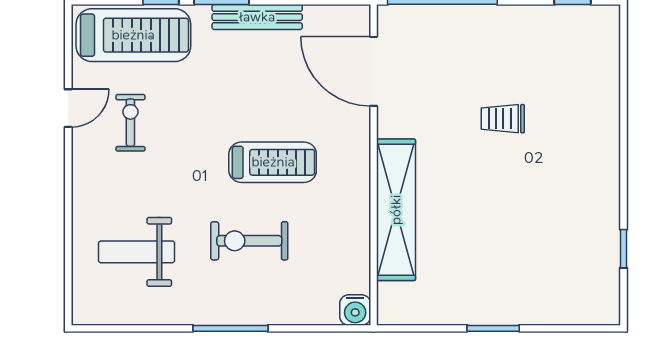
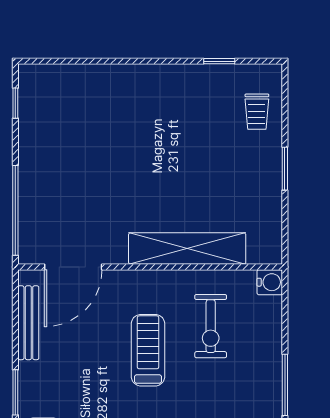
bench: (257, 17) -> (28, 323), moved
trolley: (503, 119) -> (257, 112), moved
exercise bike: (249, 241) -> (211, 326), moved

